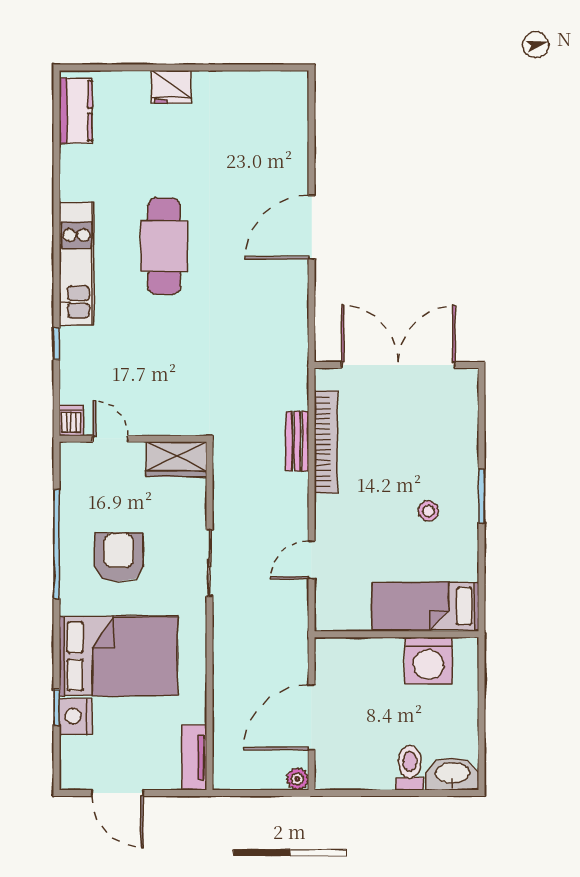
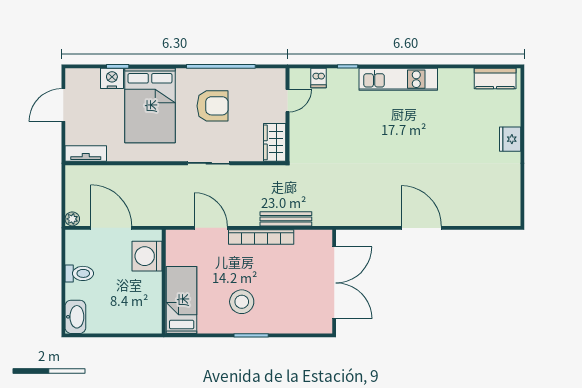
cafe table: (164, 246) -> (409, 135), removed
dishwasher: (71, 420) -> (319, 78), moved, turned 90
bench: (297, 441) -> (286, 219), width x1.36
bookcase: (326, 442) -> (261, 237), moved
stool: (428, 511) -> (242, 302), width x1.89, depth x1.89
door: (312, 560) -> (211, 228), width x1.38
washing machine: (428, 661) -> (147, 256), moved
toilet: (410, 768) -> (79, 273), moved

